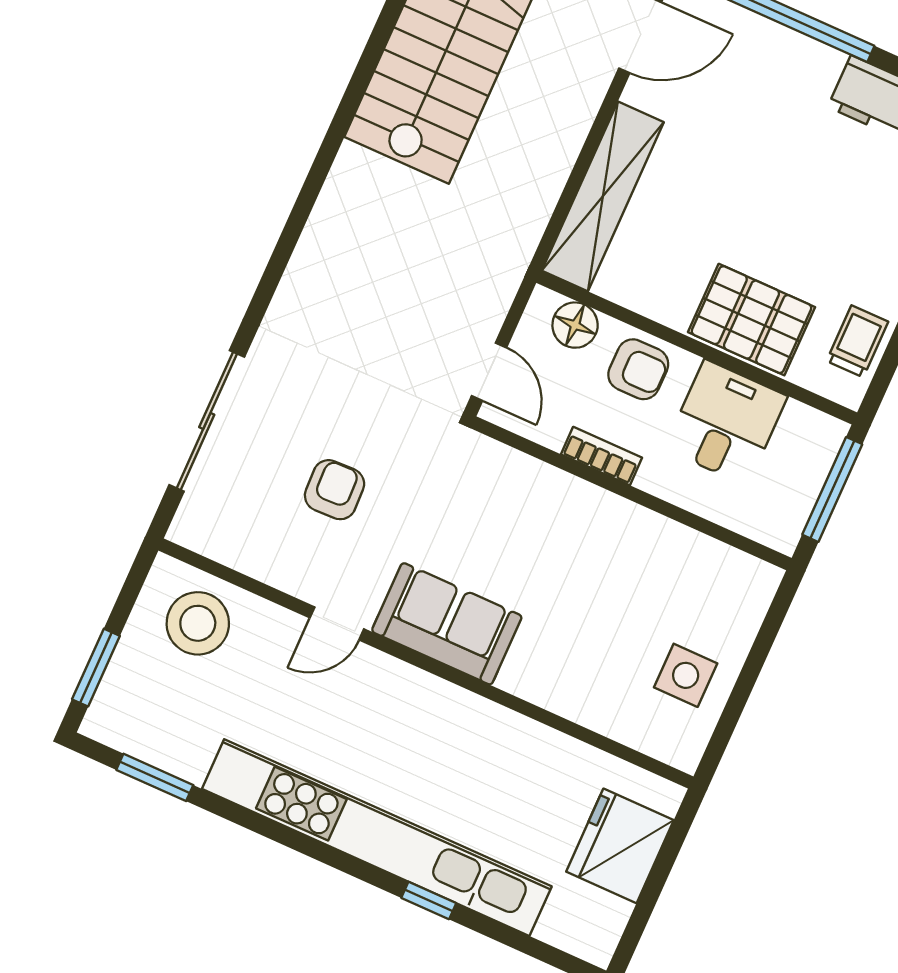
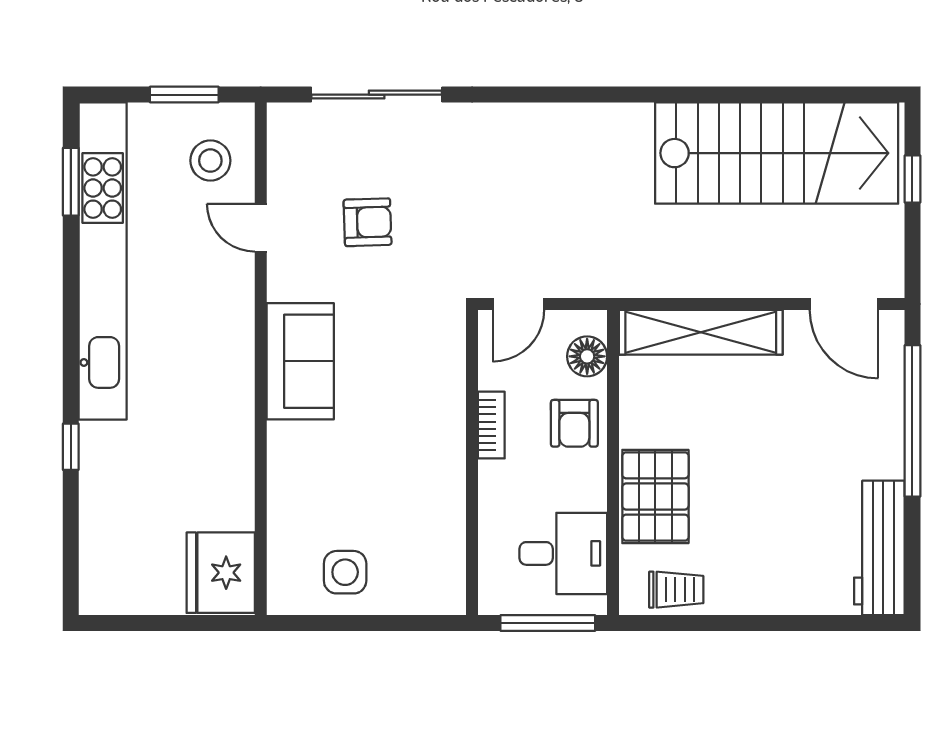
desk: (726, 422) -> (563, 553), moved
stool: (198, 623) -> (210, 161), width x0.73, depth x0.73
door: (337, 623) -> (261, 228), moved
window: (96, 668) -> (184, 95), moved
kitchen unit: (377, 838) -> (103, 261), moved
fridge: (620, 846) -> (221, 573), moved, turned -90

